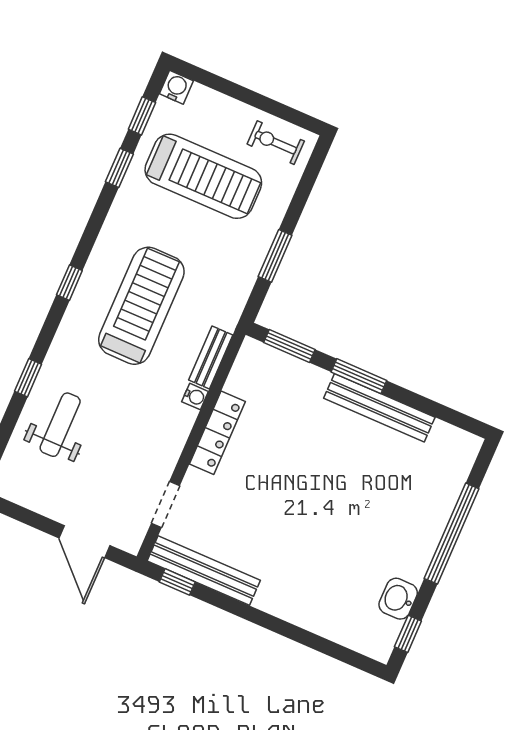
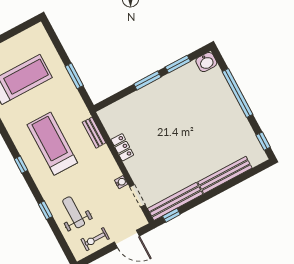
exercise bike: (276, 143) -> (95, 239), moved
window: (289, 346) -> (178, 64), moved
water cooler: (195, 397) -> (121, 182), moved
bench: (379, 408) -> (225, 175), moved
locker: (217, 433) -> (122, 147), width x0.66
washbasin: (398, 599) -> (206, 62), moved, turned -90

